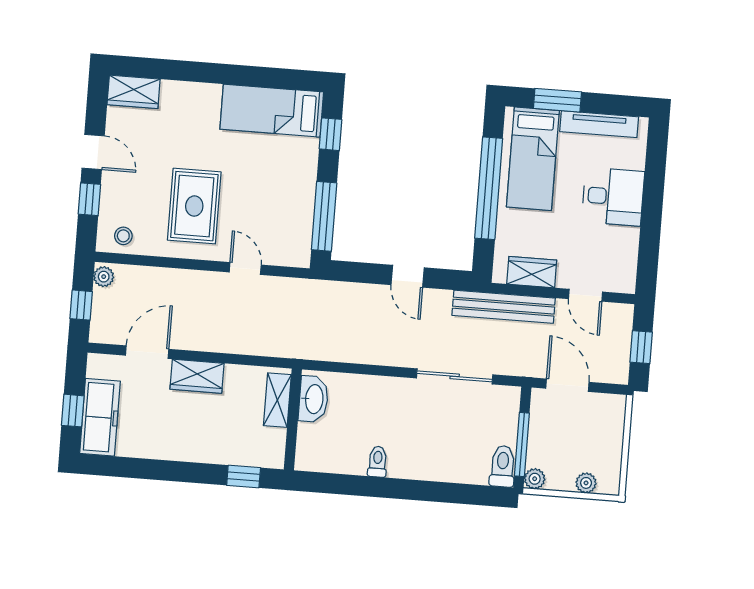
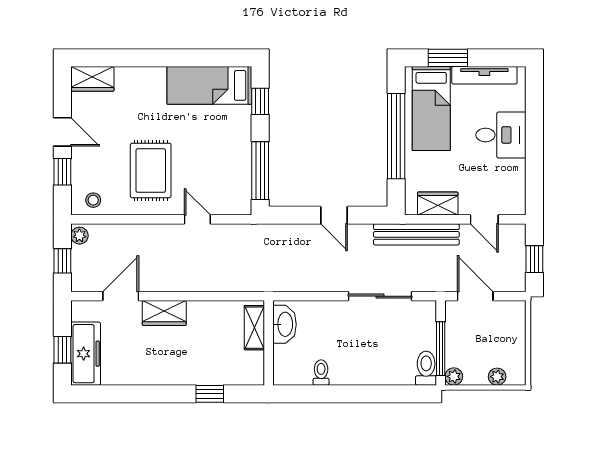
washbasin: (313, 399) -> (284, 324), moved
shelving: (277, 400) -> (254, 328), moved
wall: (293, 419) -> (269, 343), moved

